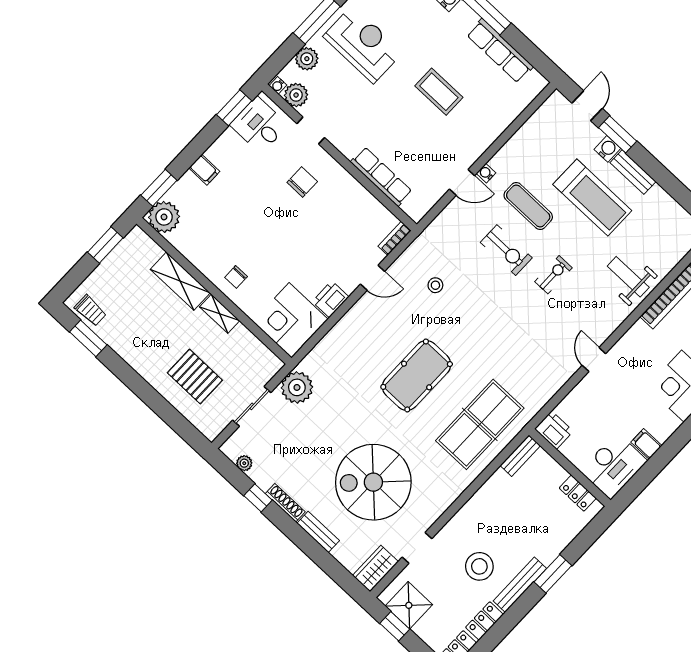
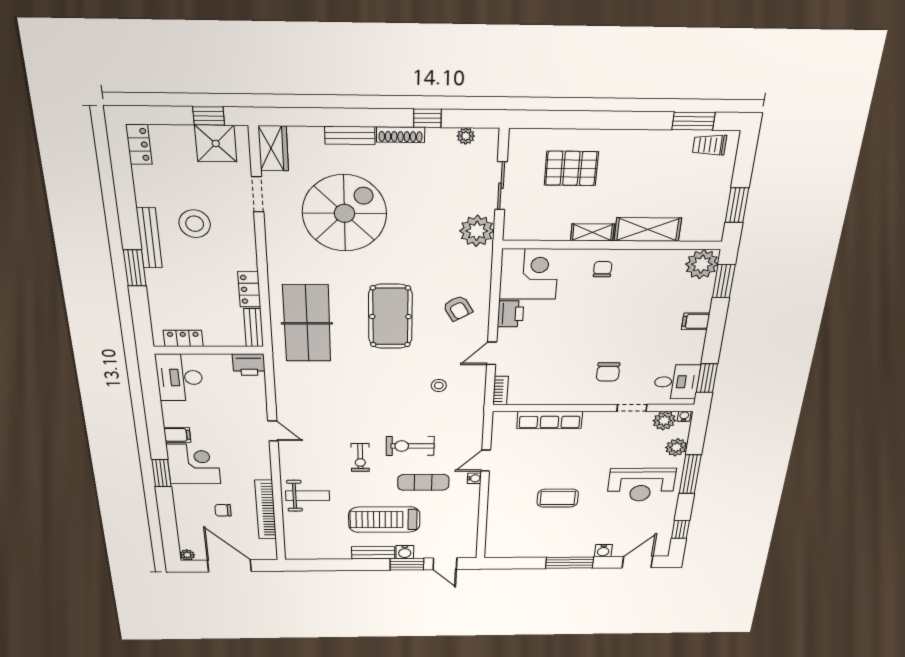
row of seats: (500, 51) -> (538, 550), removed
armchair: (363, 338) -> (458, 308), added
filing cabinet: (646, 444) -> (177, 435), moved
locker: (484, 621) -> (249, 289), moved, turned 180

